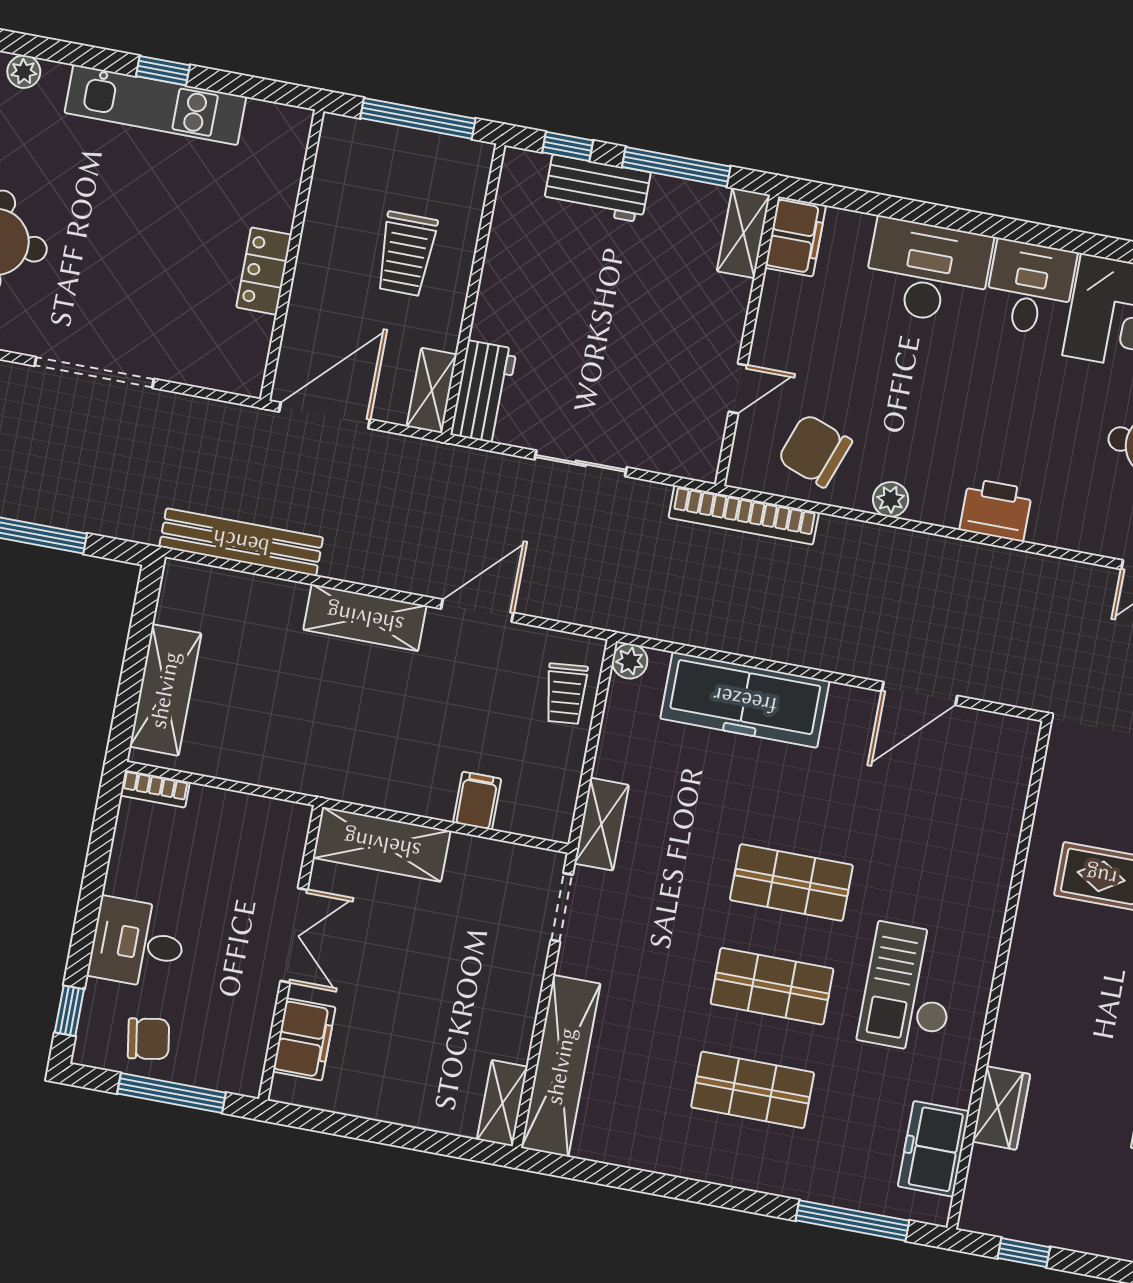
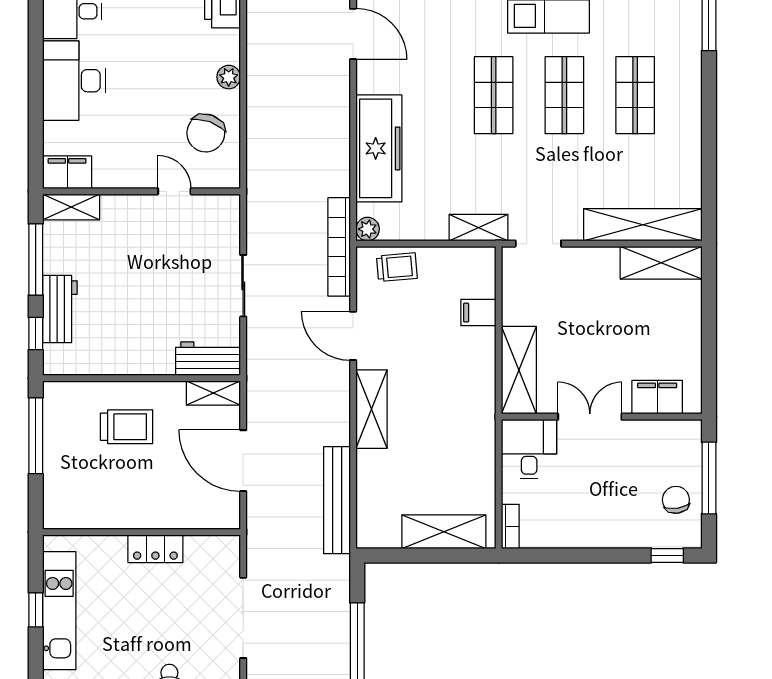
wall: (292, 255) -> (142, 532), moved
locker: (264, 271) -> (155, 549), moved
bookcase: (744, 515) -> (339, 247), moved, turned 180
desk: (138, 943) -> (529, 449), moved, turned 180
shelving: (502, 1103) -> (661, 263), width x1.50, depth x1.33

